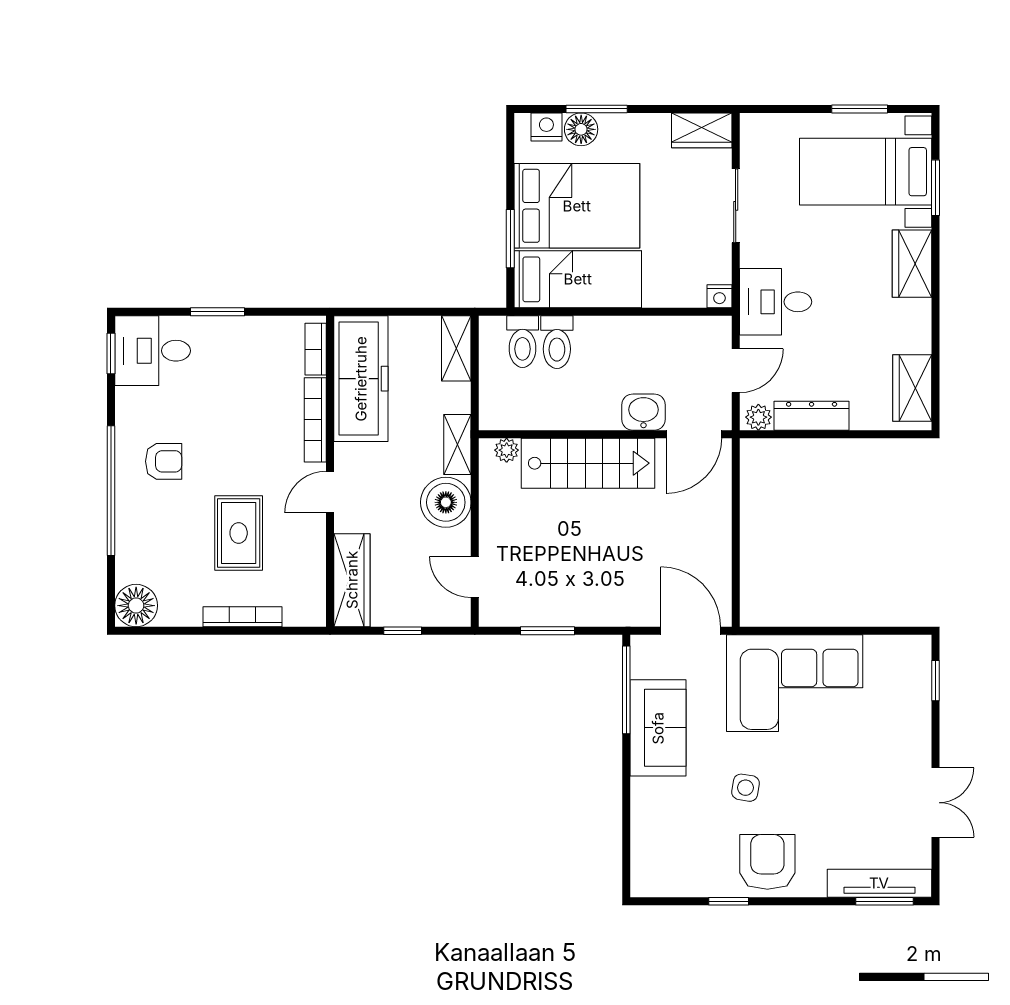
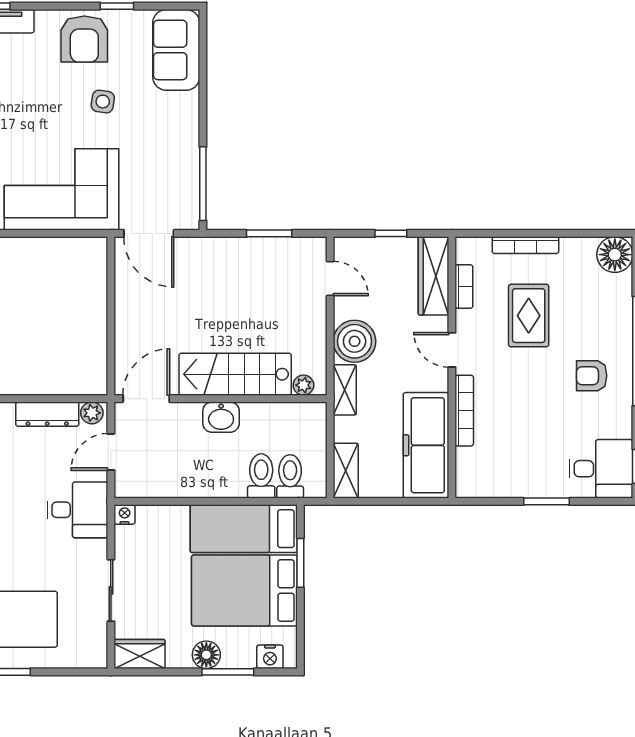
floor lamp: (581, 129) -> (206, 655), moved
bookcase: (316, 349) -> (464, 287), moved
washbasin: (643, 412) -> (221, 417), moved
door: (330, 492) -> (452, 350), swing flipped
sofa: (658, 728) -> (176, 50), moved

